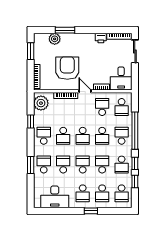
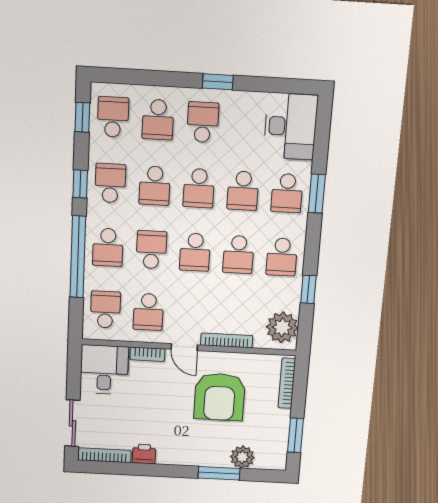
school desk: (63, 136) -> (238, 254), turned 180
school desk: (83, 136) -> (195, 252), turned 180
window: (135, 181) -> (82, 117), moved
school desk: (102, 193) -> (158, 120), turned 180
desk: (55, 197) -> (291, 126), moved, turned 90
window: (91, 211) -> (218, 82), moved

